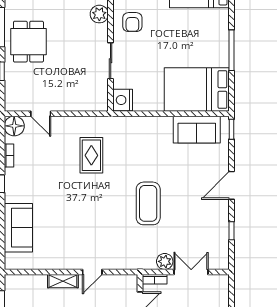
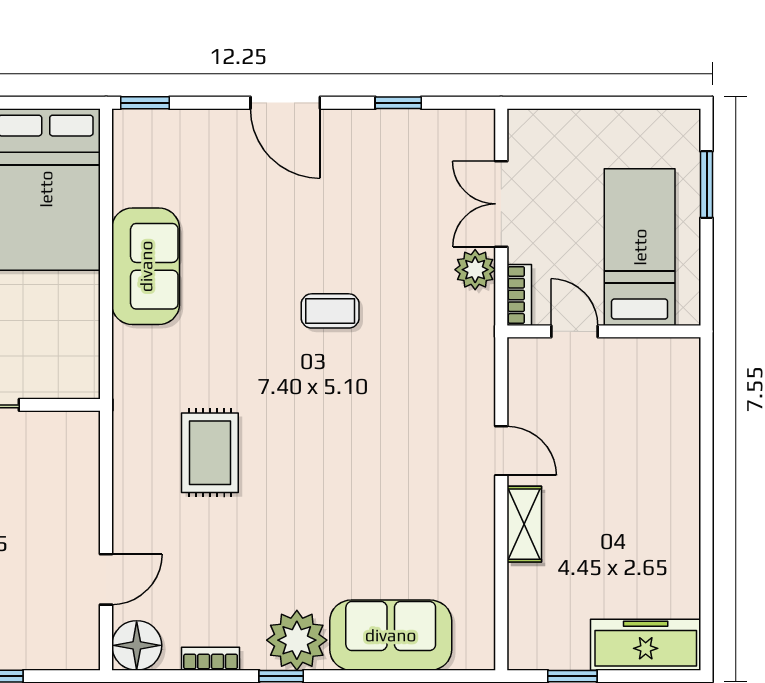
nightstand: (123, 100) -> (72, 375), removed
sofa: (197, 130) -> (146, 266), moved
rug: (91, 155) -> (210, 453), turned 90
plant: (16, 190) -> (297, 640), added
coffee table: (148, 203) -> (330, 311), width x0.54, depth x0.58

